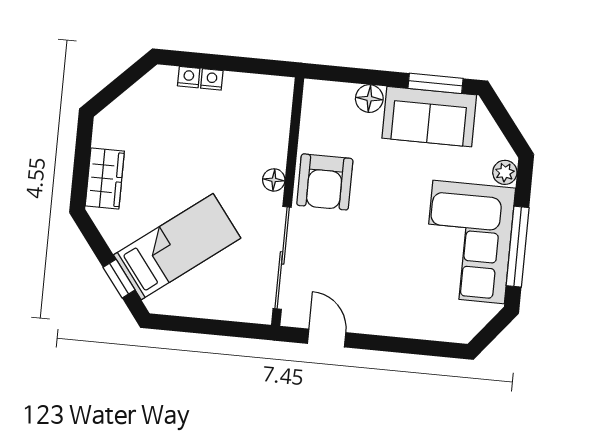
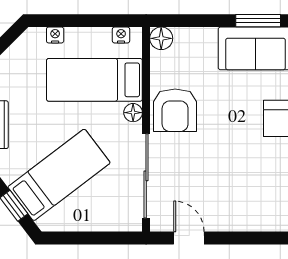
nightstand: (212, 79) -> (121, 35), moved
floor lamp: (369, 99) -> (161, 38), moved
bed: (231, 136) -> (94, 80), added

